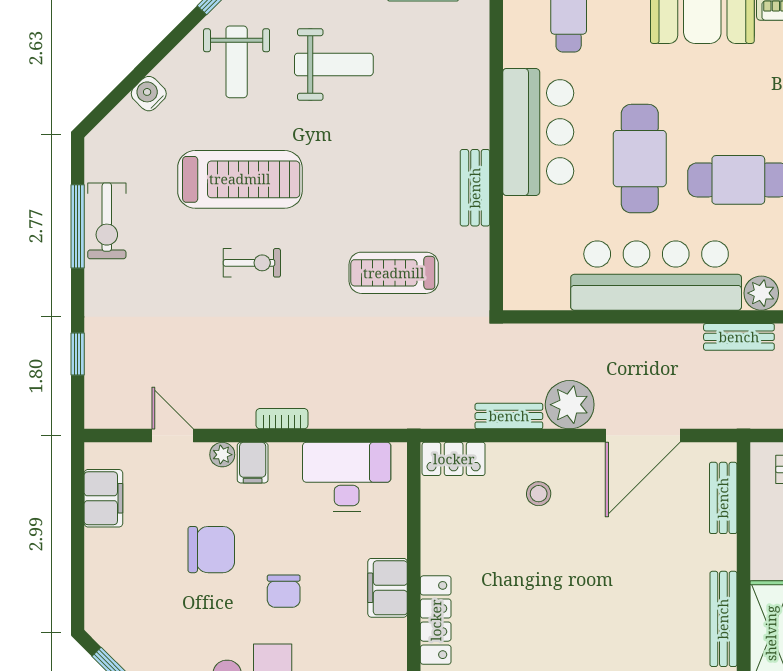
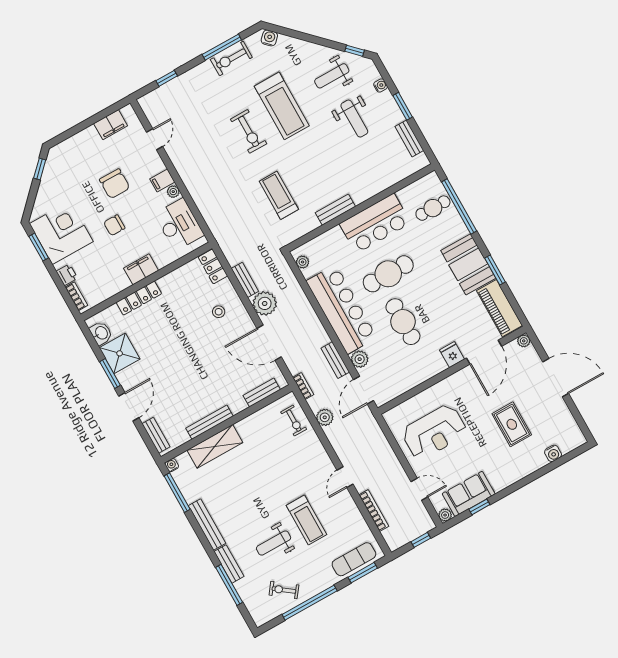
water cooler: (149, 94) -> (269, 38), moved
exercise bike: (252, 263) -> (249, 131), width x1.38, depth x1.39
plant: (534, 297) -> (302, 262), added
bookcase: (282, 419) -> (303, 386), moved
plant: (222, 455) -> (173, 192), moved

